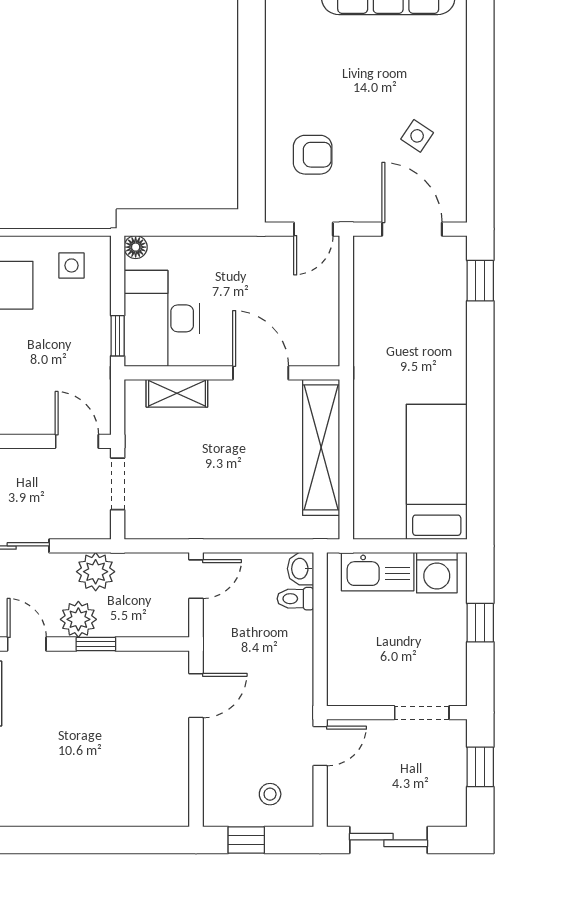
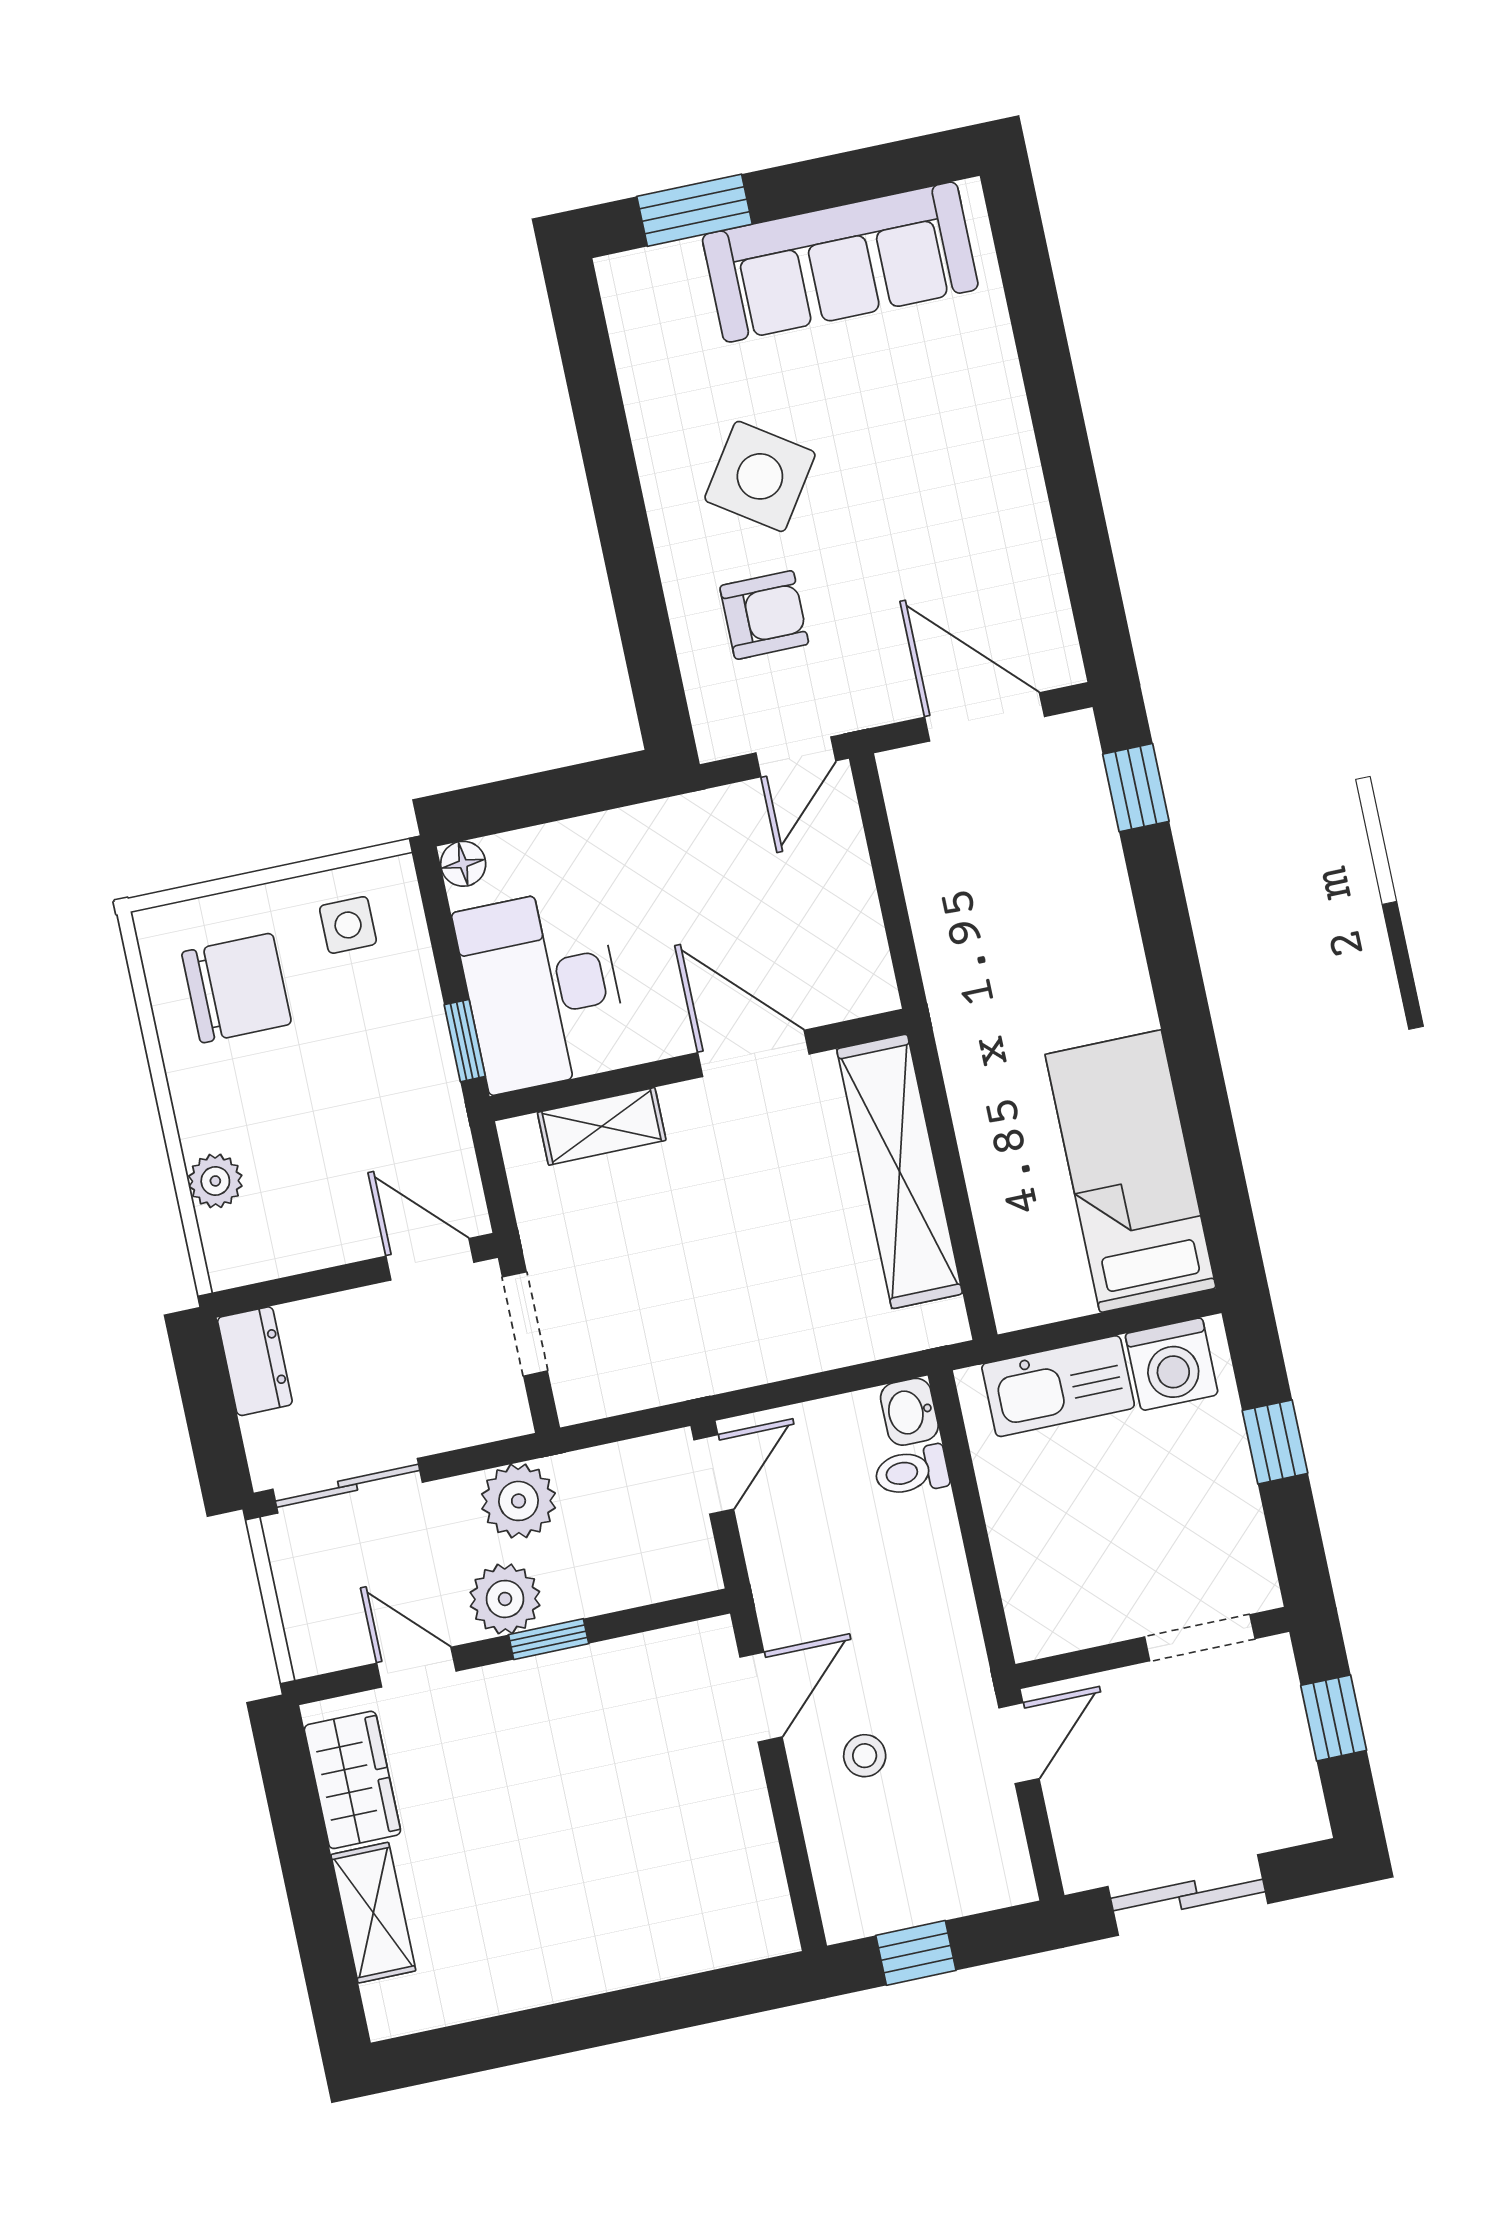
side table: (417, 136) -> (760, 476), moved, width x1.87, depth x1.87
stool: (270, 794) -> (865, 1756), moved

